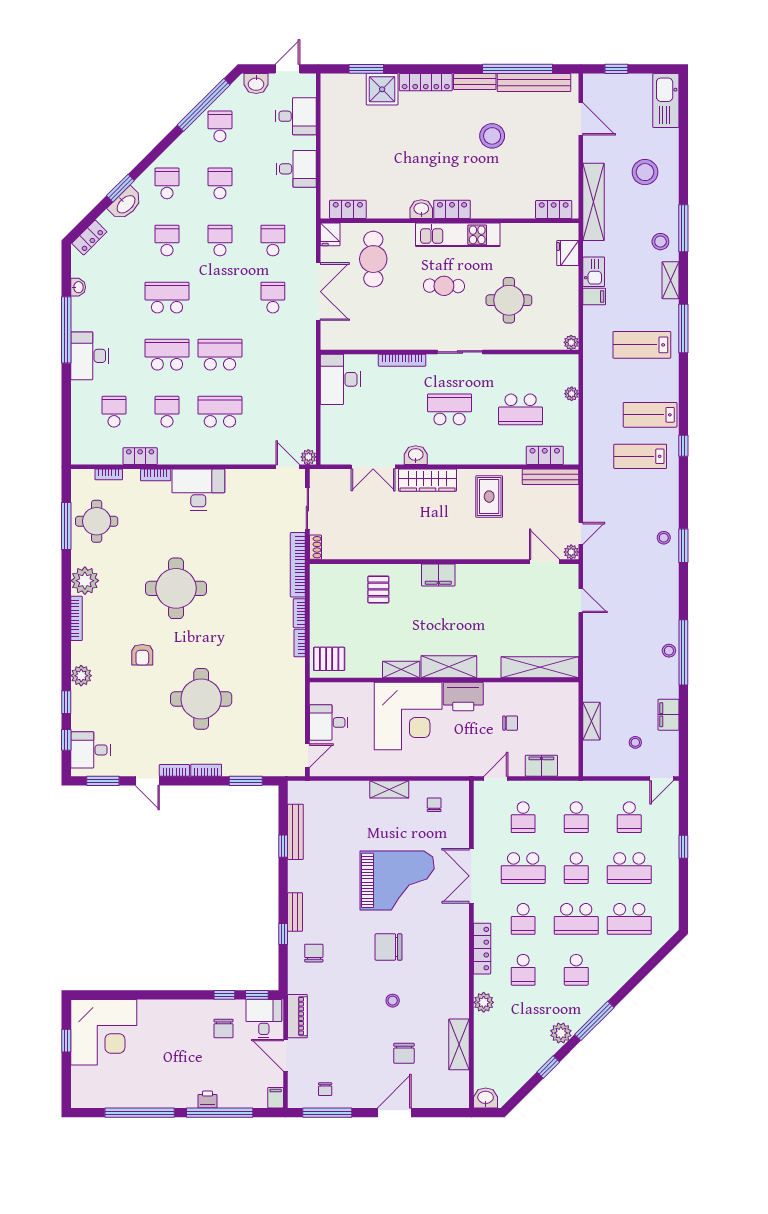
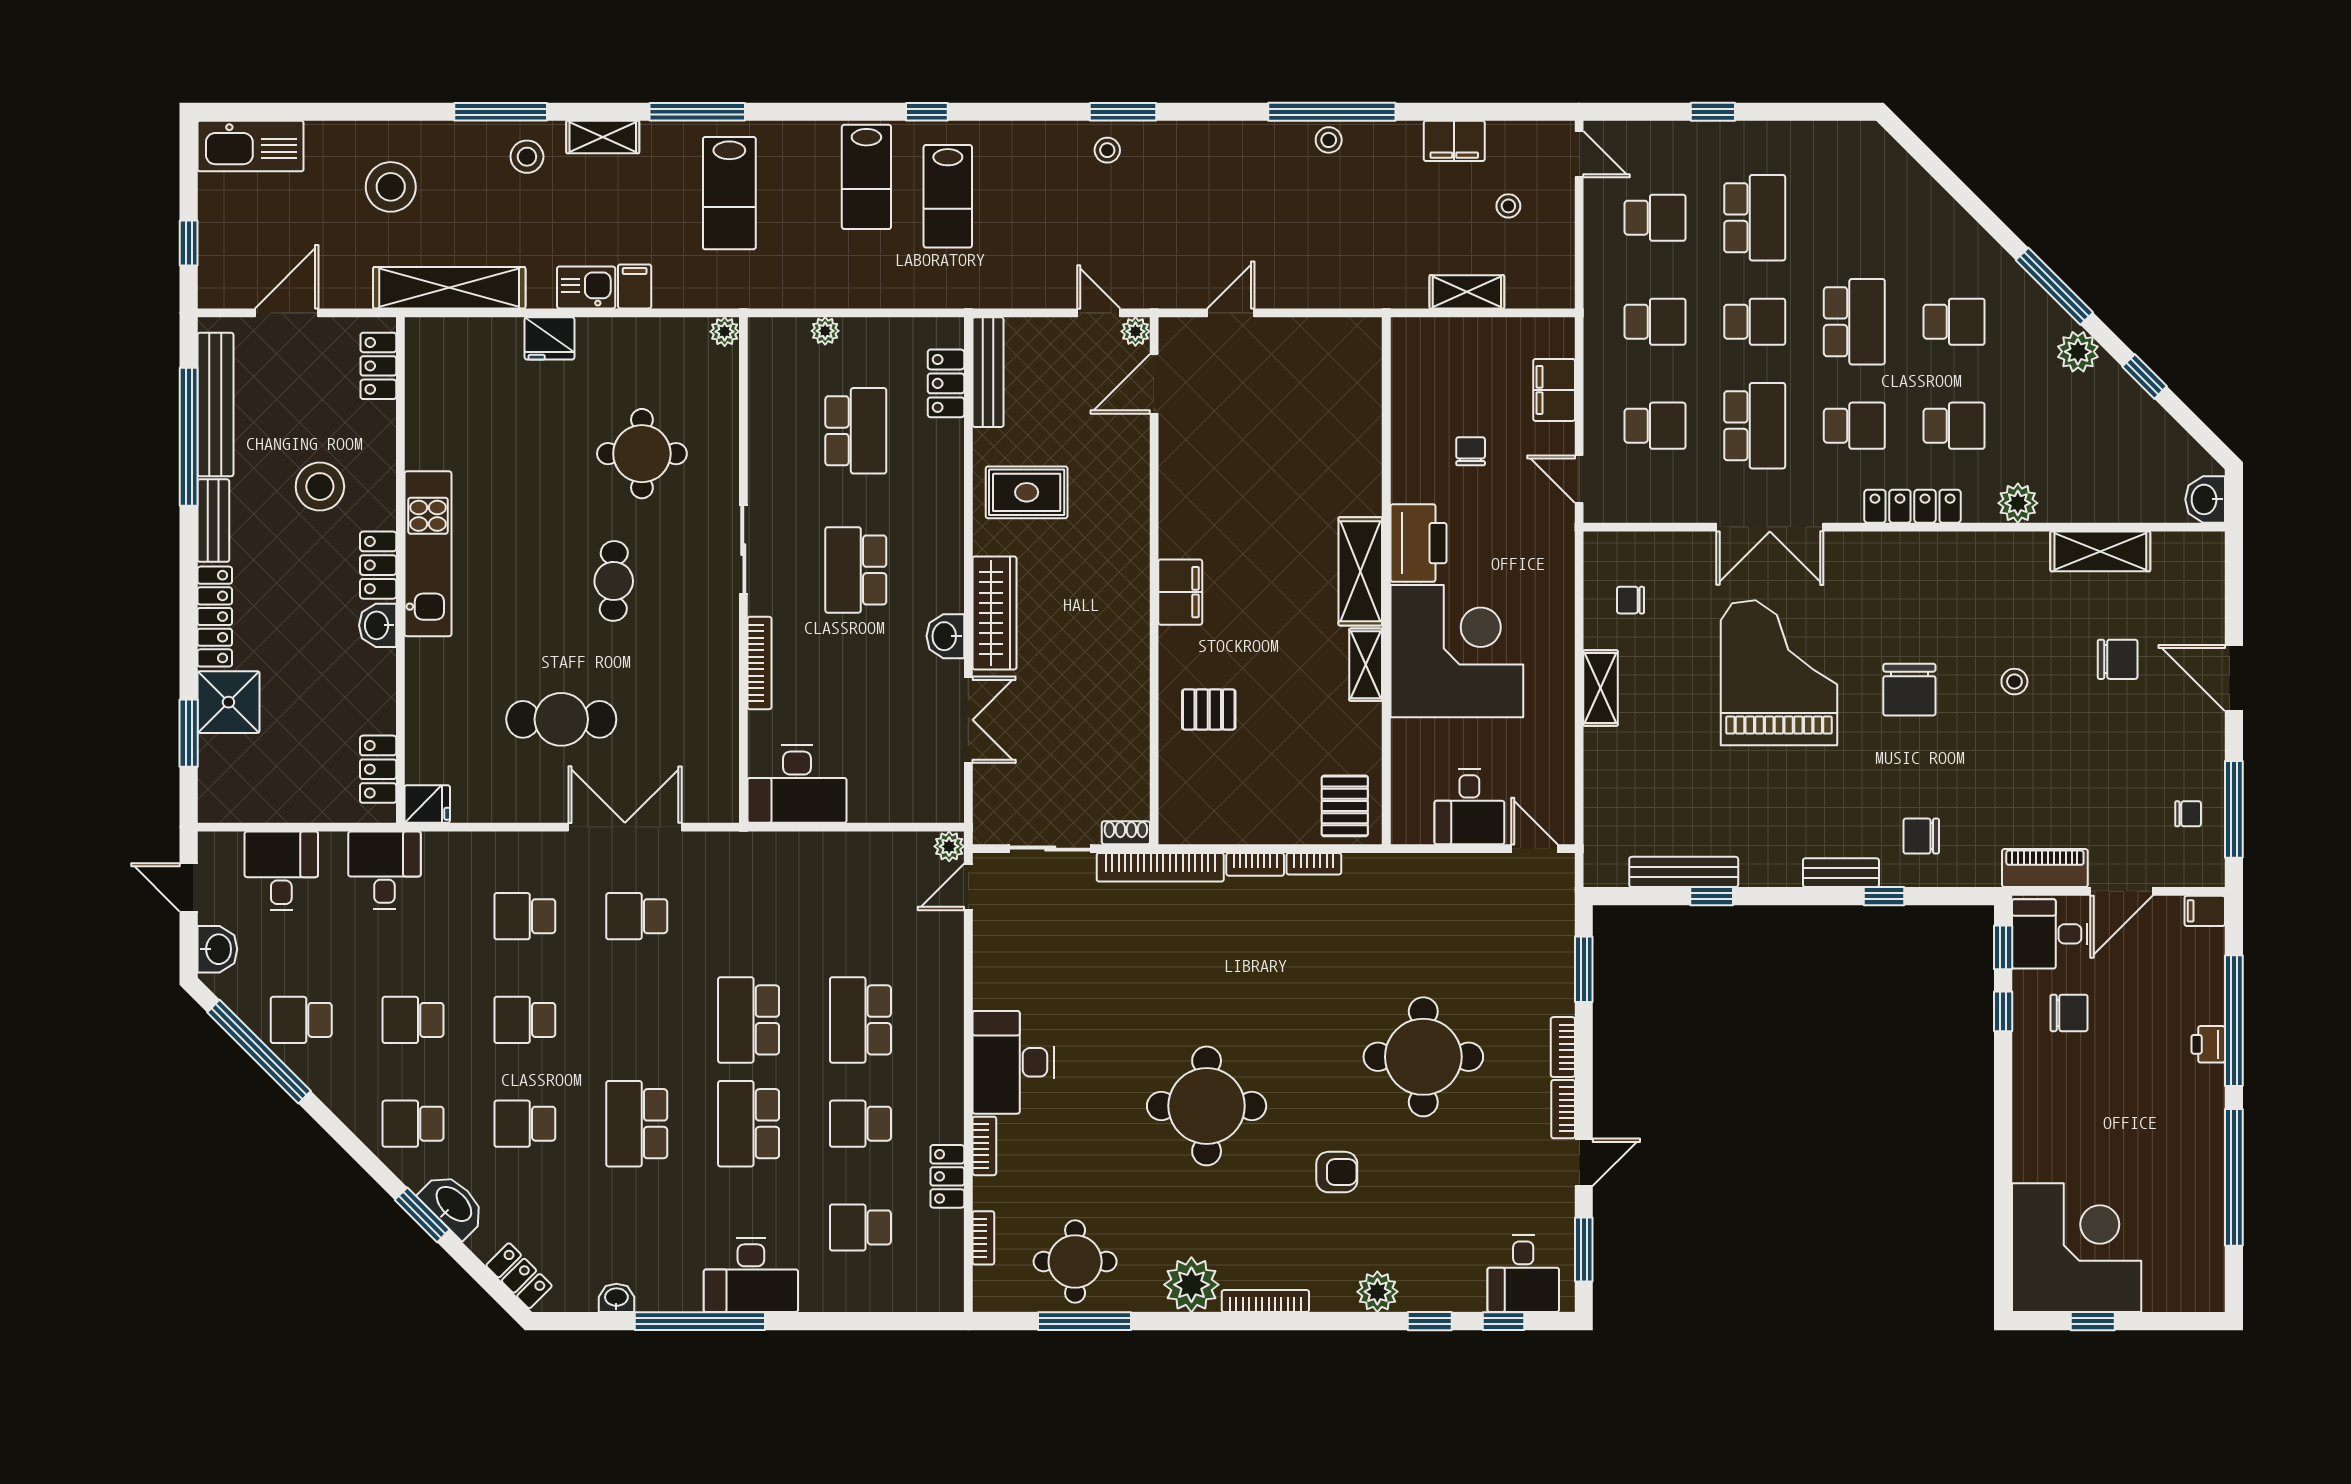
locker: (348, 209) -> (378, 769), moved
washbasin: (421, 209) -> (378, 625), moved
locker: (452, 209) -> (378, 565), moved
locker: (554, 209) -> (378, 366), moved
wall: (450, 221) -> (400, 570), moved
fridge: (330, 234) -> (427, 804), moved
kitchen unit: (458, 235) -> (428, 554), moved
shelving: (540, 667) -> (1361, 393), removed
school desk: (629, 919) -> (1854, 218), removed

